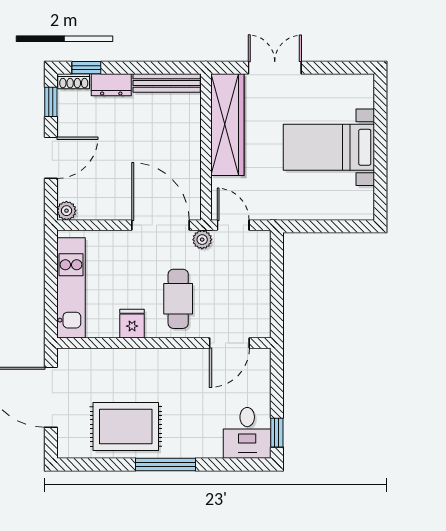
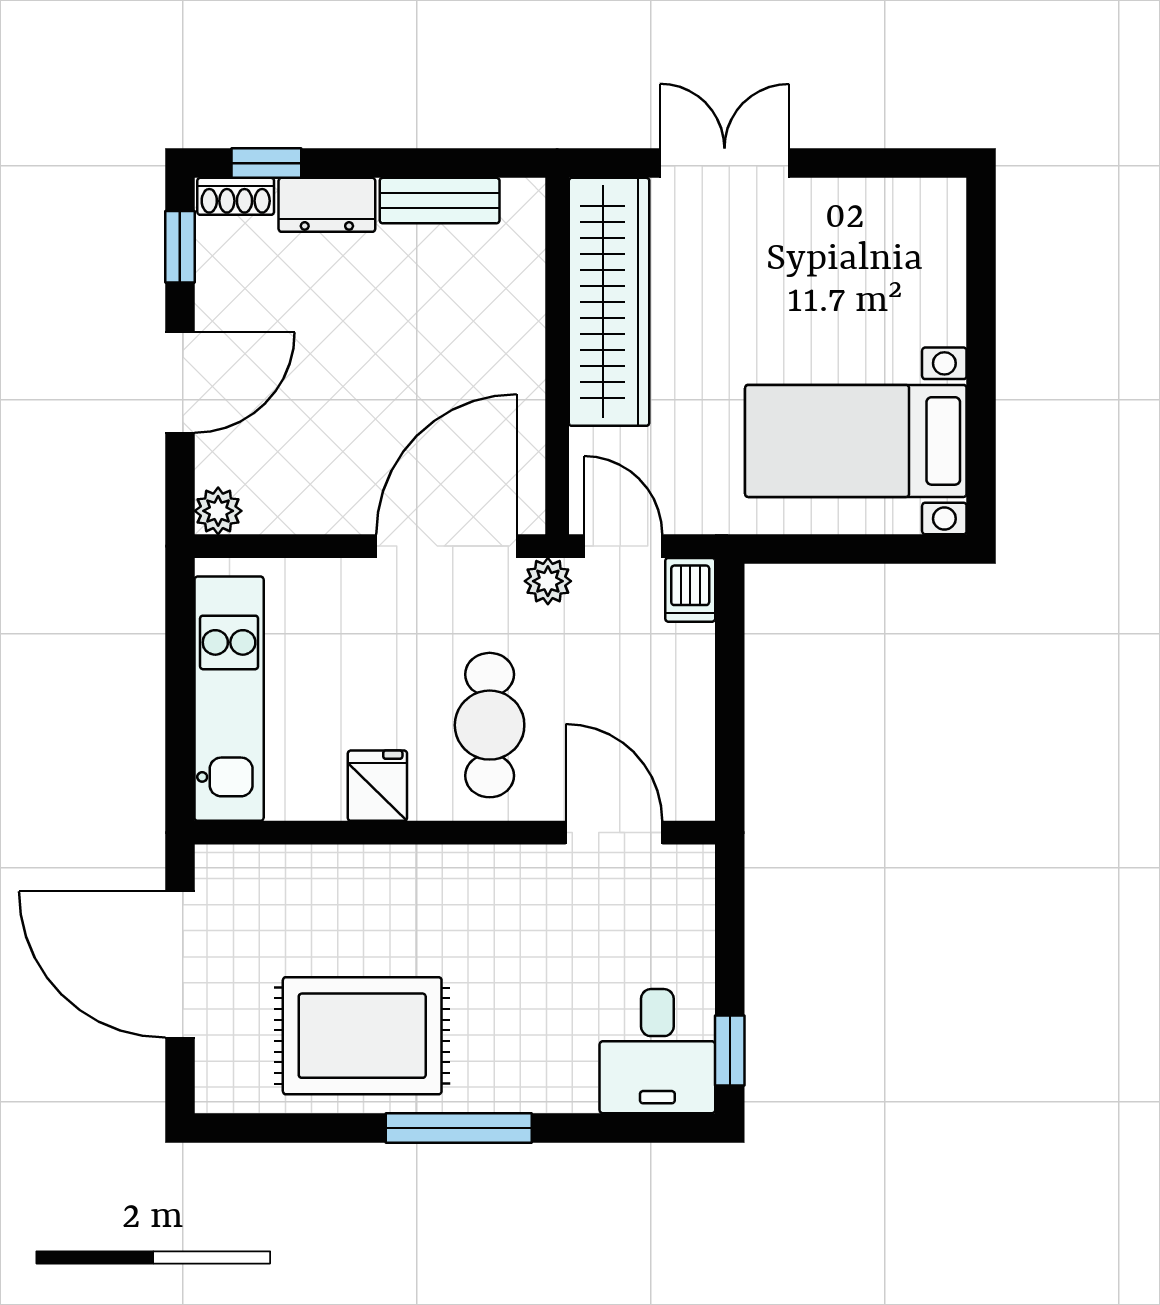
bench: (167, 83) -> (440, 201), width x0.73
bed with nightstands: (329, 147) -> (856, 441), moved
door: (160, 225) -> (446, 546), hinge flipped
dishwasher: (261, 243) -> (690, 590), added
door: (229, 343) -> (614, 833), swing flipped

